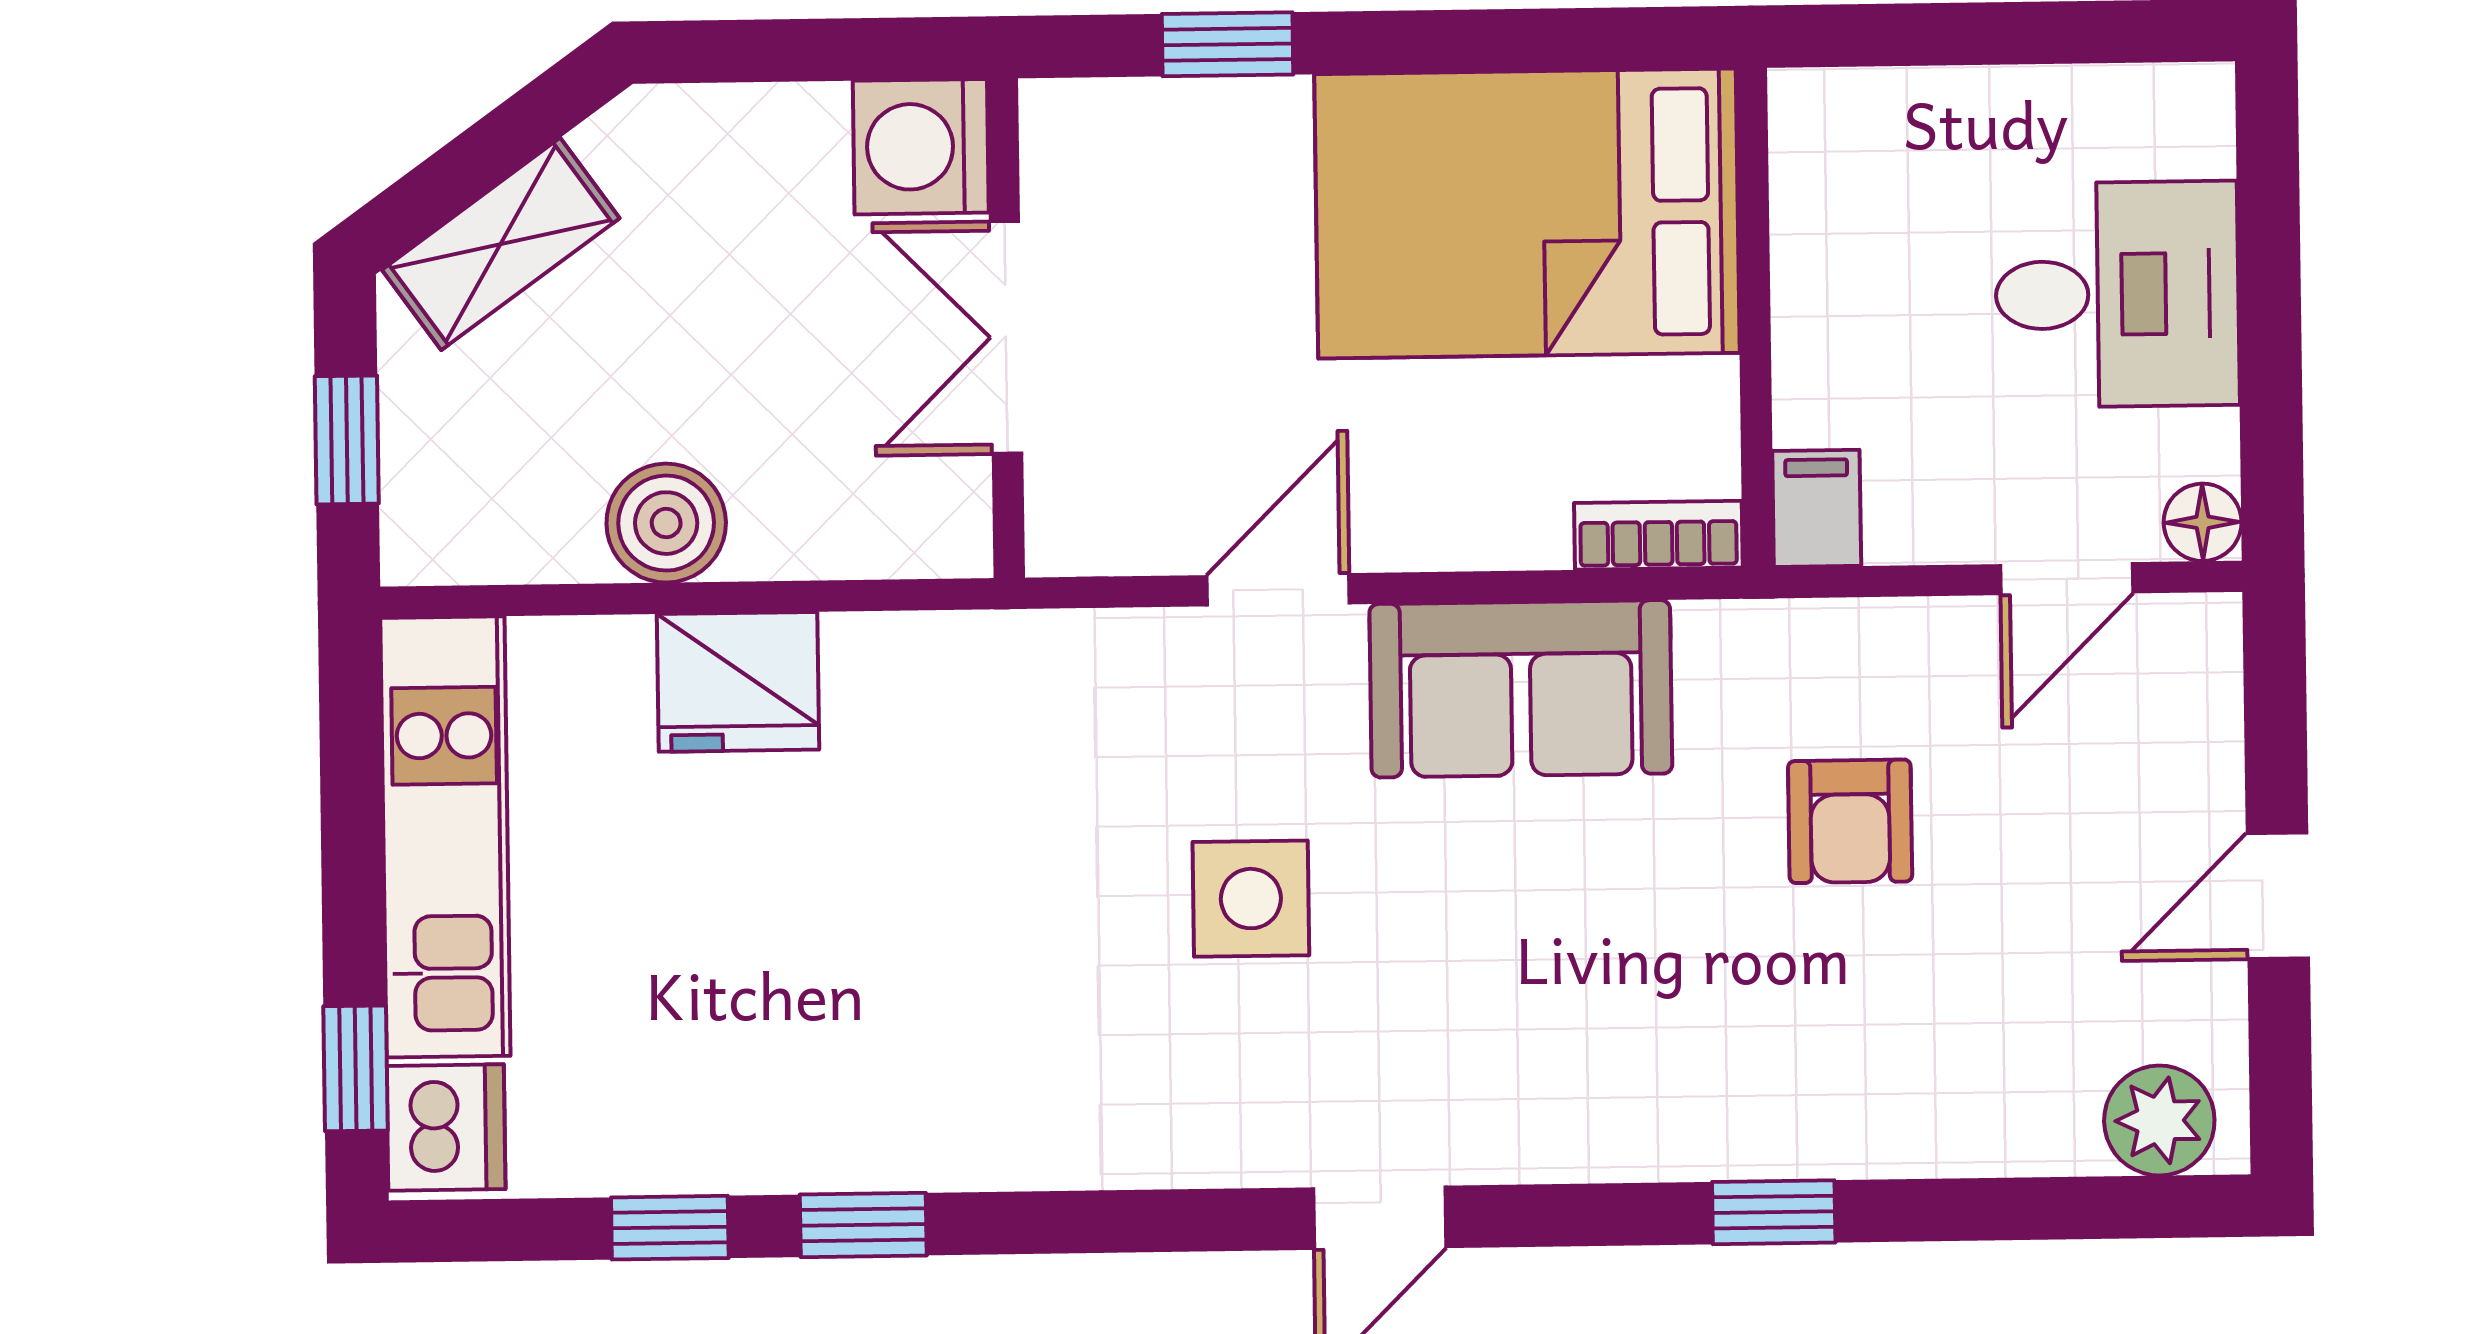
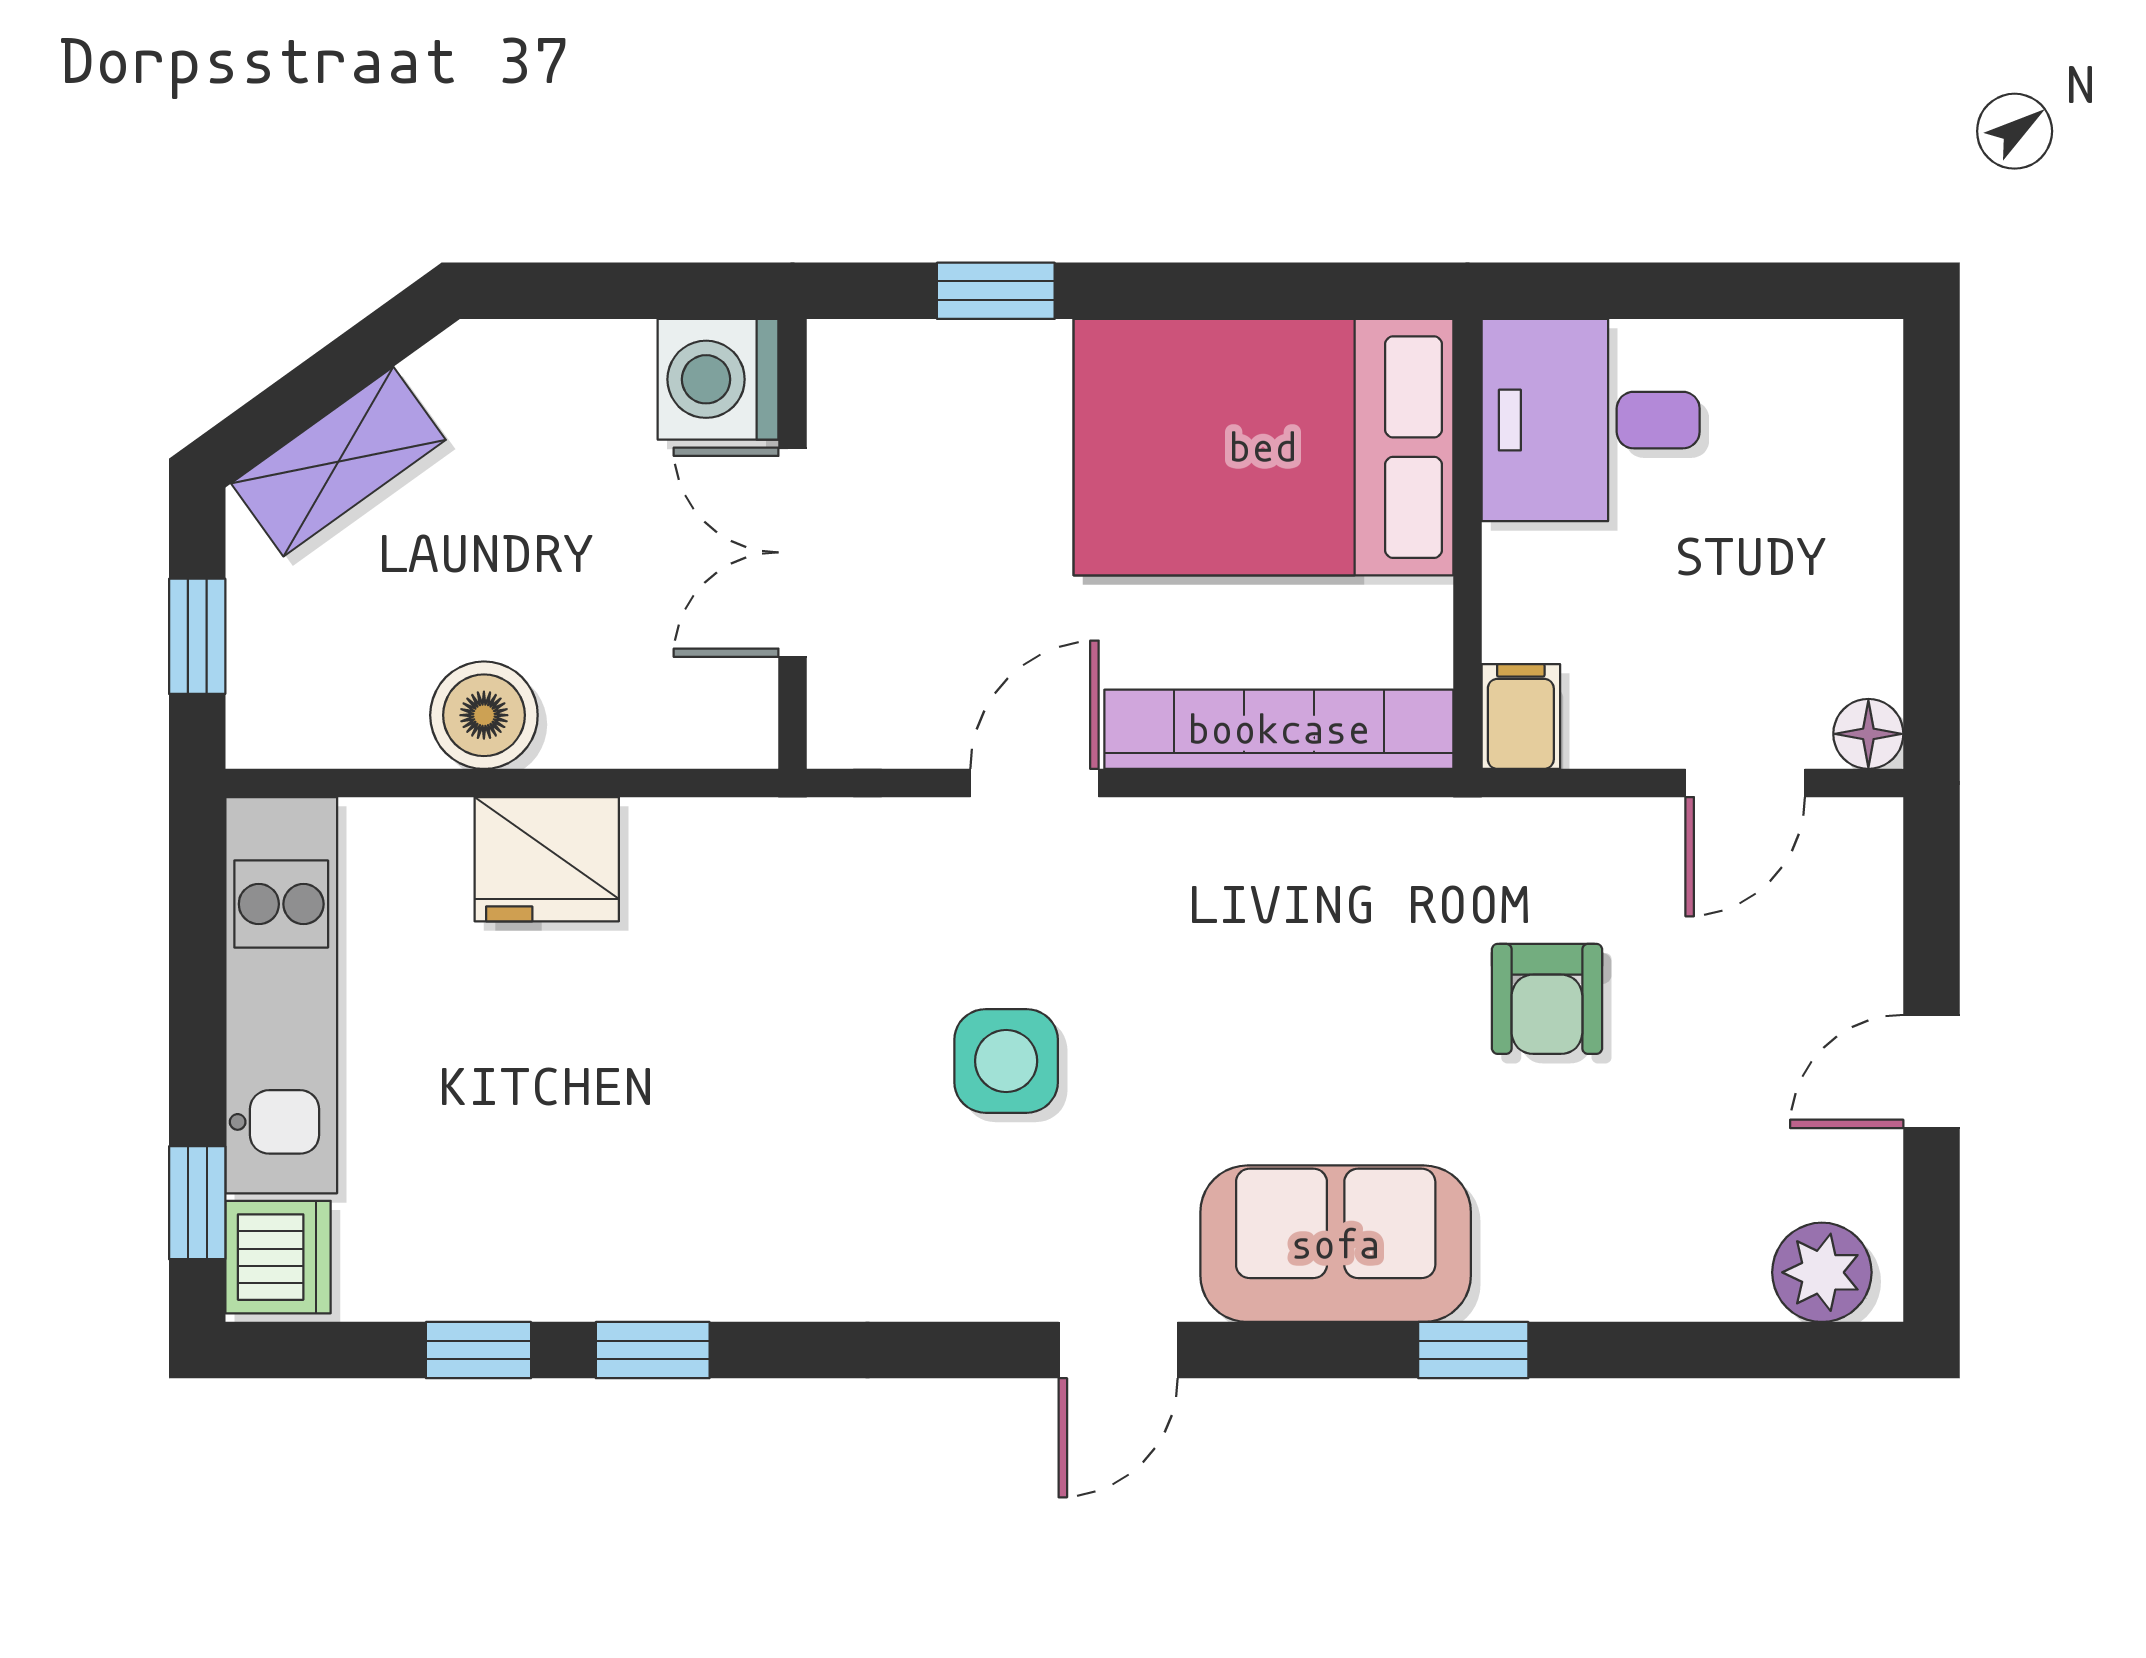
desk: (2117, 294) -> (1591, 420), moved, turned 180
bookcase: (1658, 535) -> (1279, 729), width x2.31, depth x1.31
sofa: (1521, 689) -> (1336, 1244), moved, turned 180

